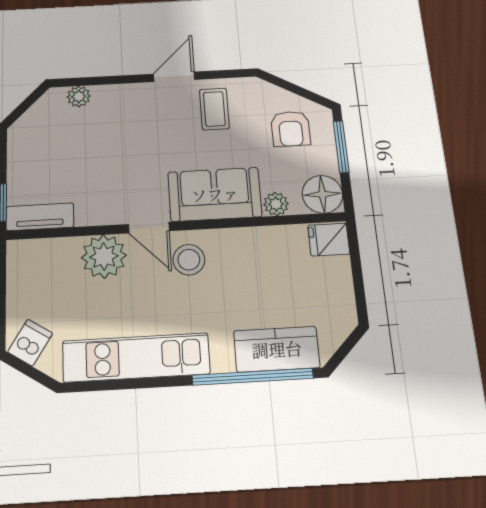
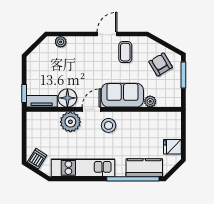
armchair: (291, 129) -> (161, 64), turned 149
floor lamp: (322, 194) -> (67, 98), moved
door: (149, 228) -> (91, 109), swing flipped
fridge: (329, 240) -> (172, 147), moved

